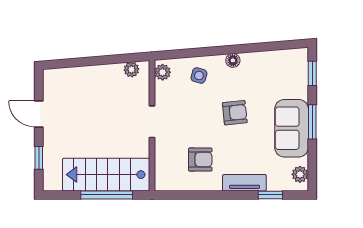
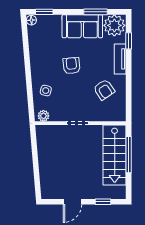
floor lamp: (233, 60) -> (31, 20), moved
plant: (131, 70) -> (42, 137), removed
window: (312, 122) -> (95, 12), moved
armchair: (200, 160) -> (104, 90), turned 146
plant: (300, 174) -> (114, 25), width x1.87, depth x1.87

